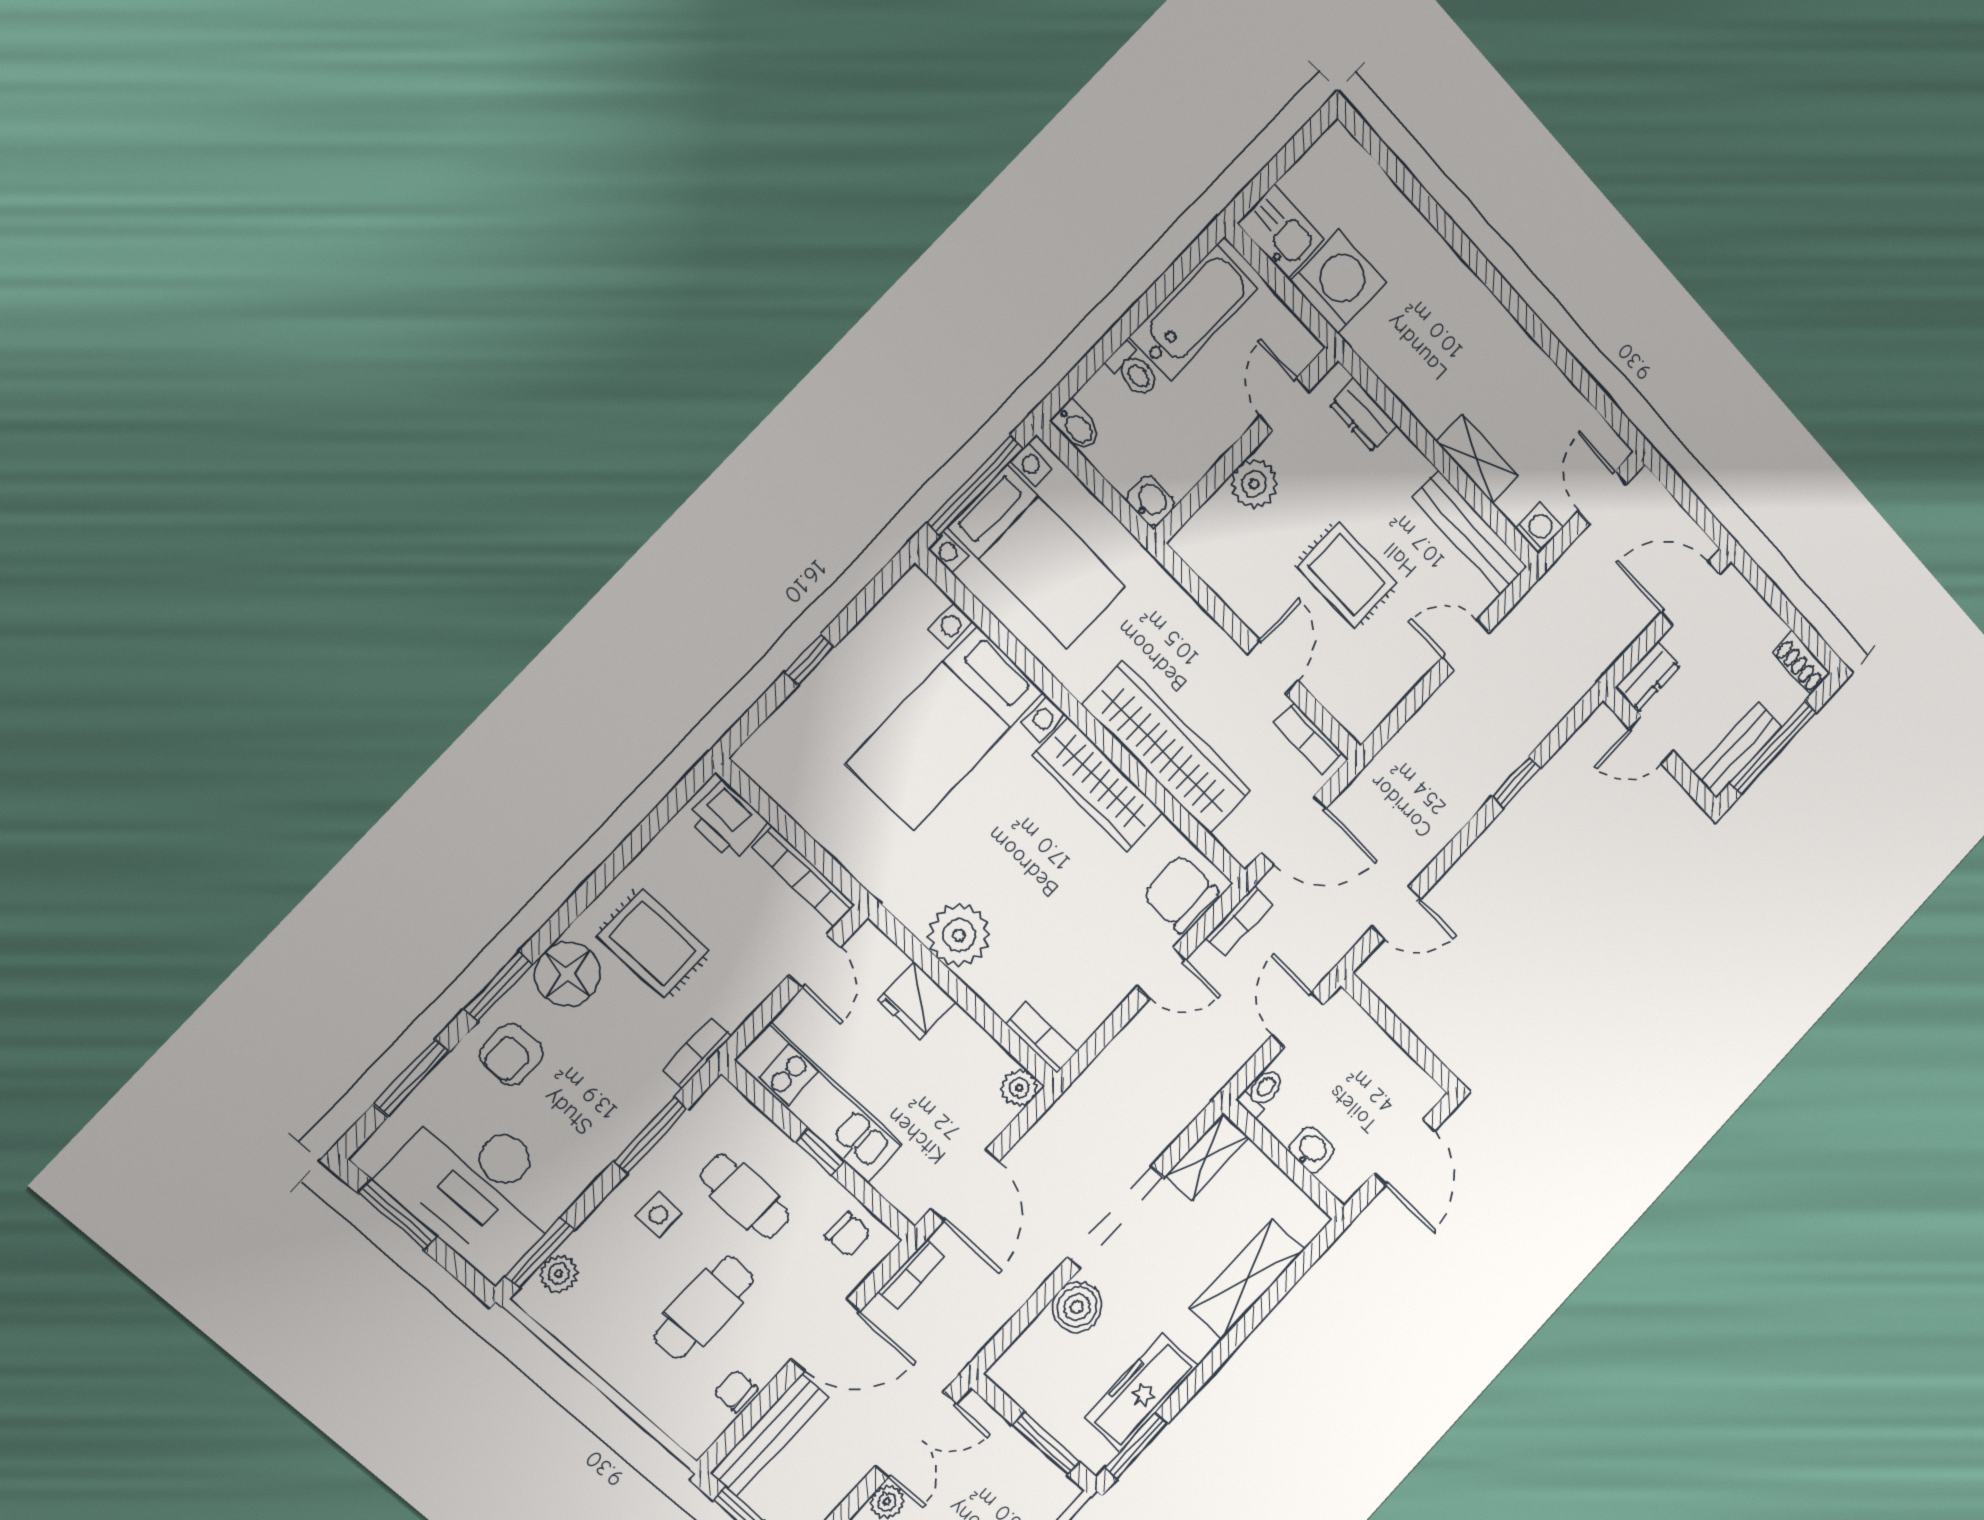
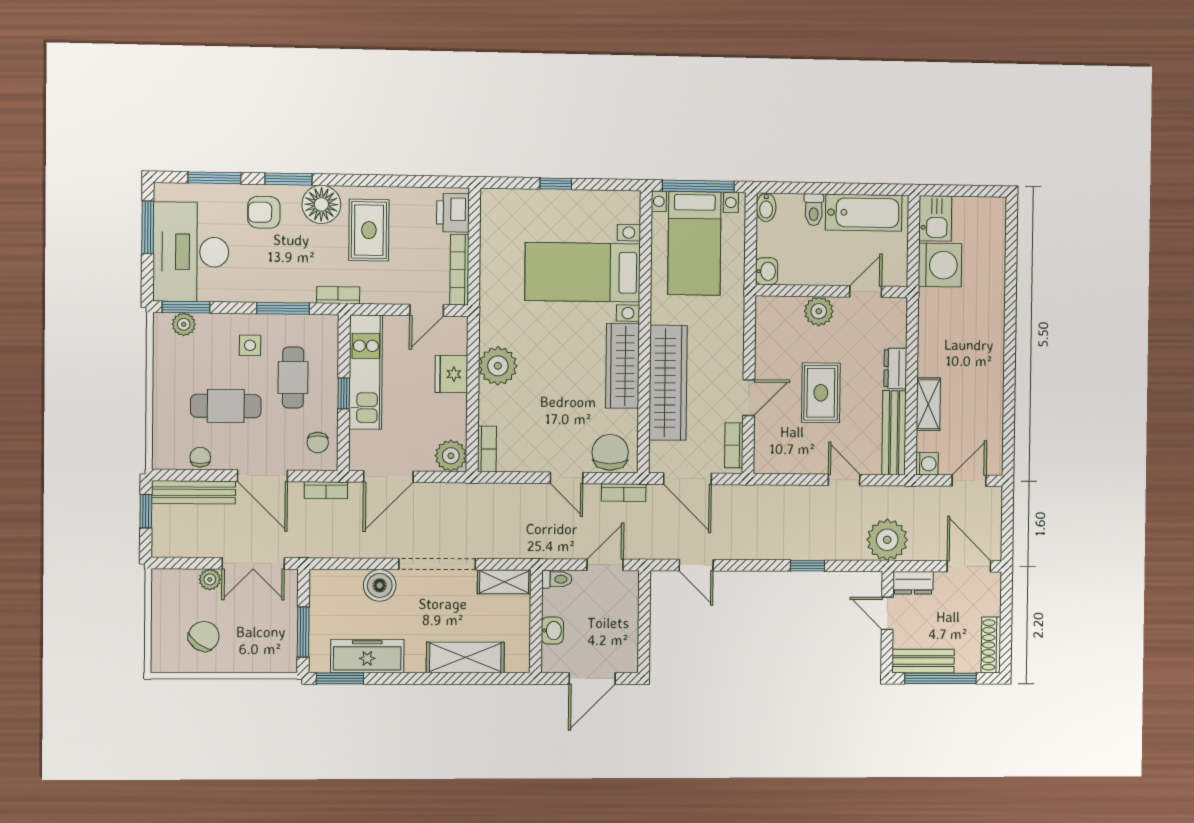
dresser: (1363, 415) -> (895, 368), moved
plant: (1575, 660) -> (887, 540), added
shoe rack: (1802, 663) -> (991, 645), width x1.43
plant: (1019, 1088) -> (451, 456), width x1.38, depth x1.38

